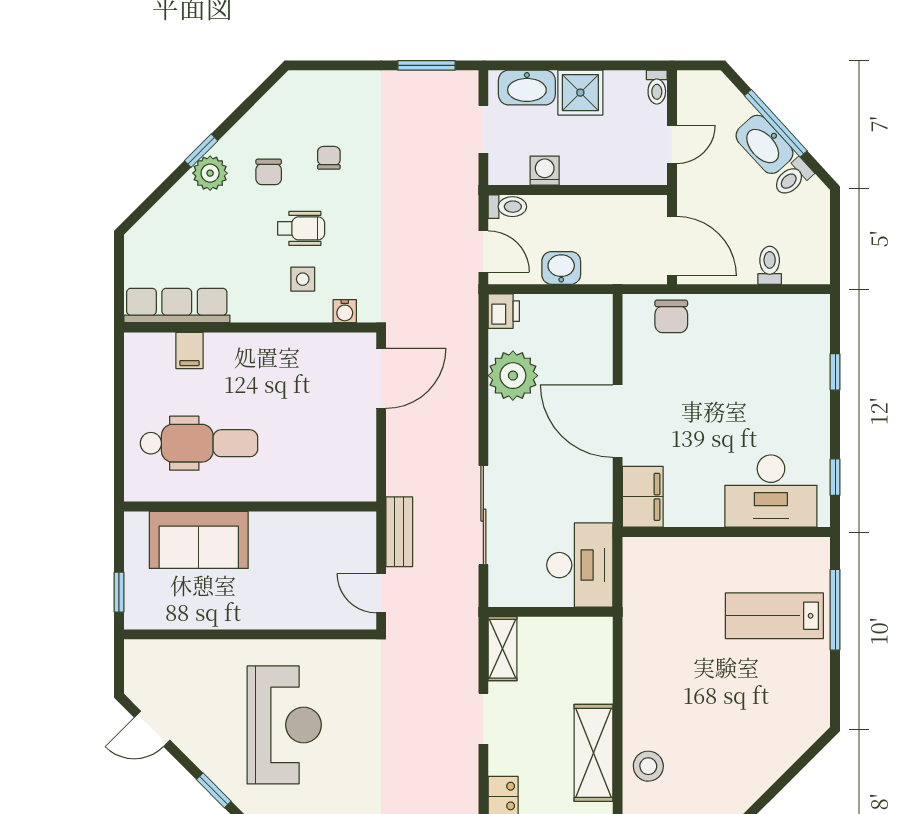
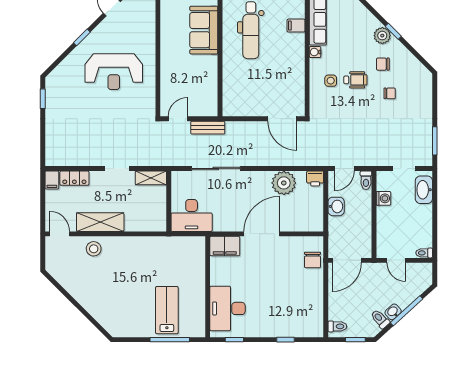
shower: (580, 93) -> (421, 216), removed
washbasin: (764, 144) -> (393, 312), width x0.52, depth x0.69
wheelchair: (301, 228) -> (355, 80), turned -90
window: (835, 228) -> (355, 340), added
toilet: (770, 265) -> (337, 326), moved
water cooler: (345, 311) -> (315, 52), moved
chair: (671, 316) -> (313, 260), turned -90

